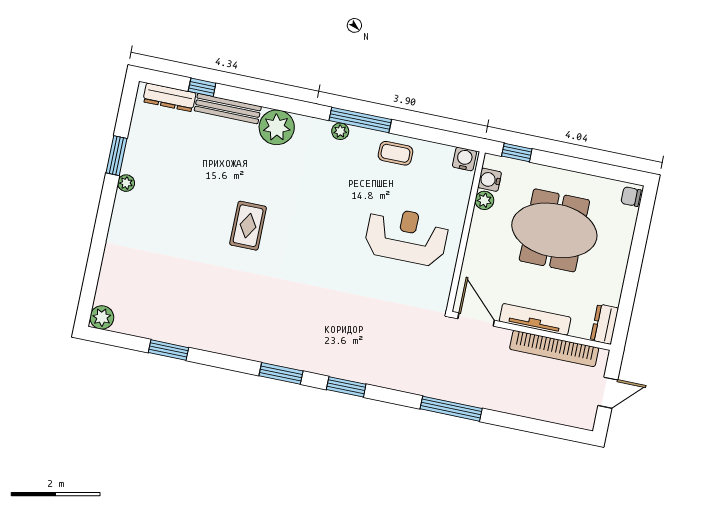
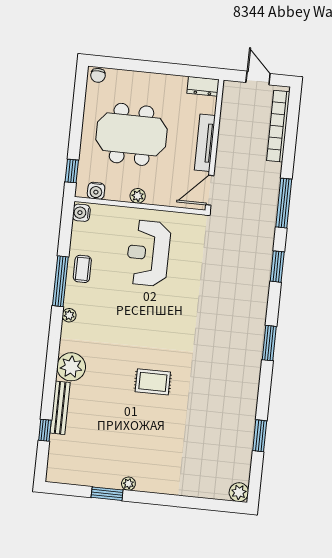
dresser: (169, 97) -> (56, 456), removed
window: (360, 120) -> (60, 281), moved
plant: (484, 200) -> (138, 196), moved
meeting table: (554, 230) -> (132, 134), turned 90
bookcase: (554, 348) -> (278, 126), moved, turned 180
window: (346, 387) -> (277, 267), moved

